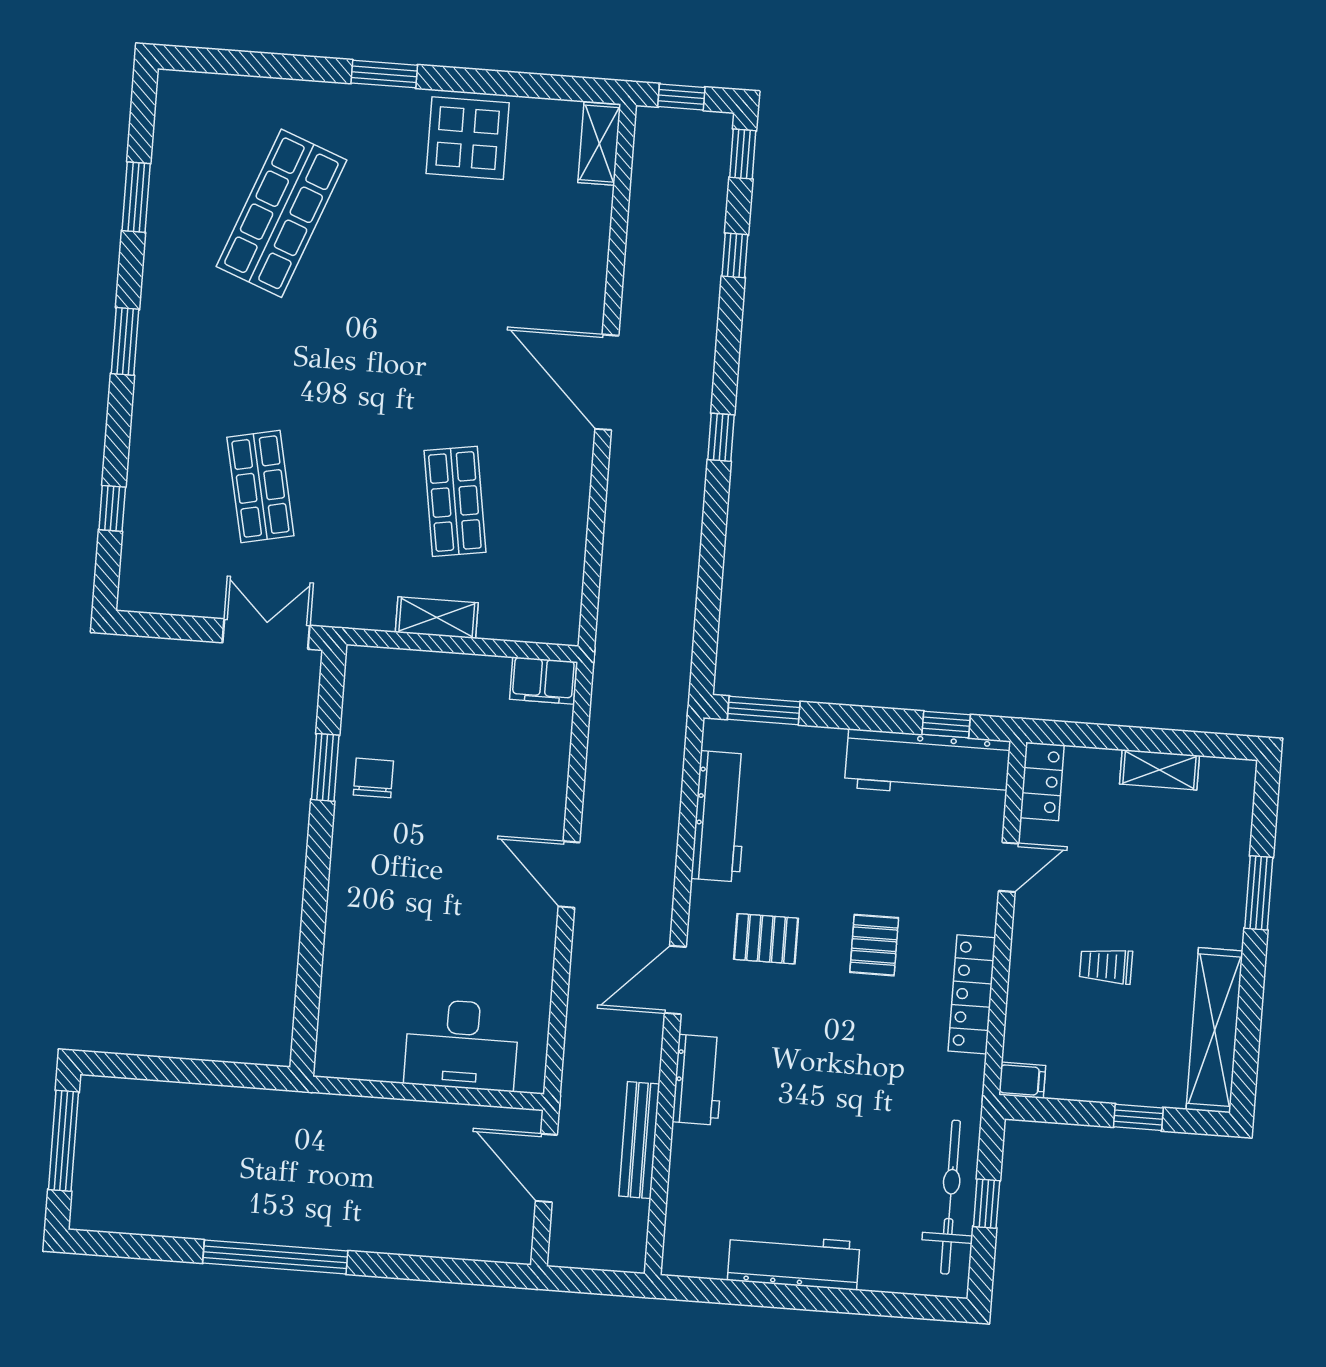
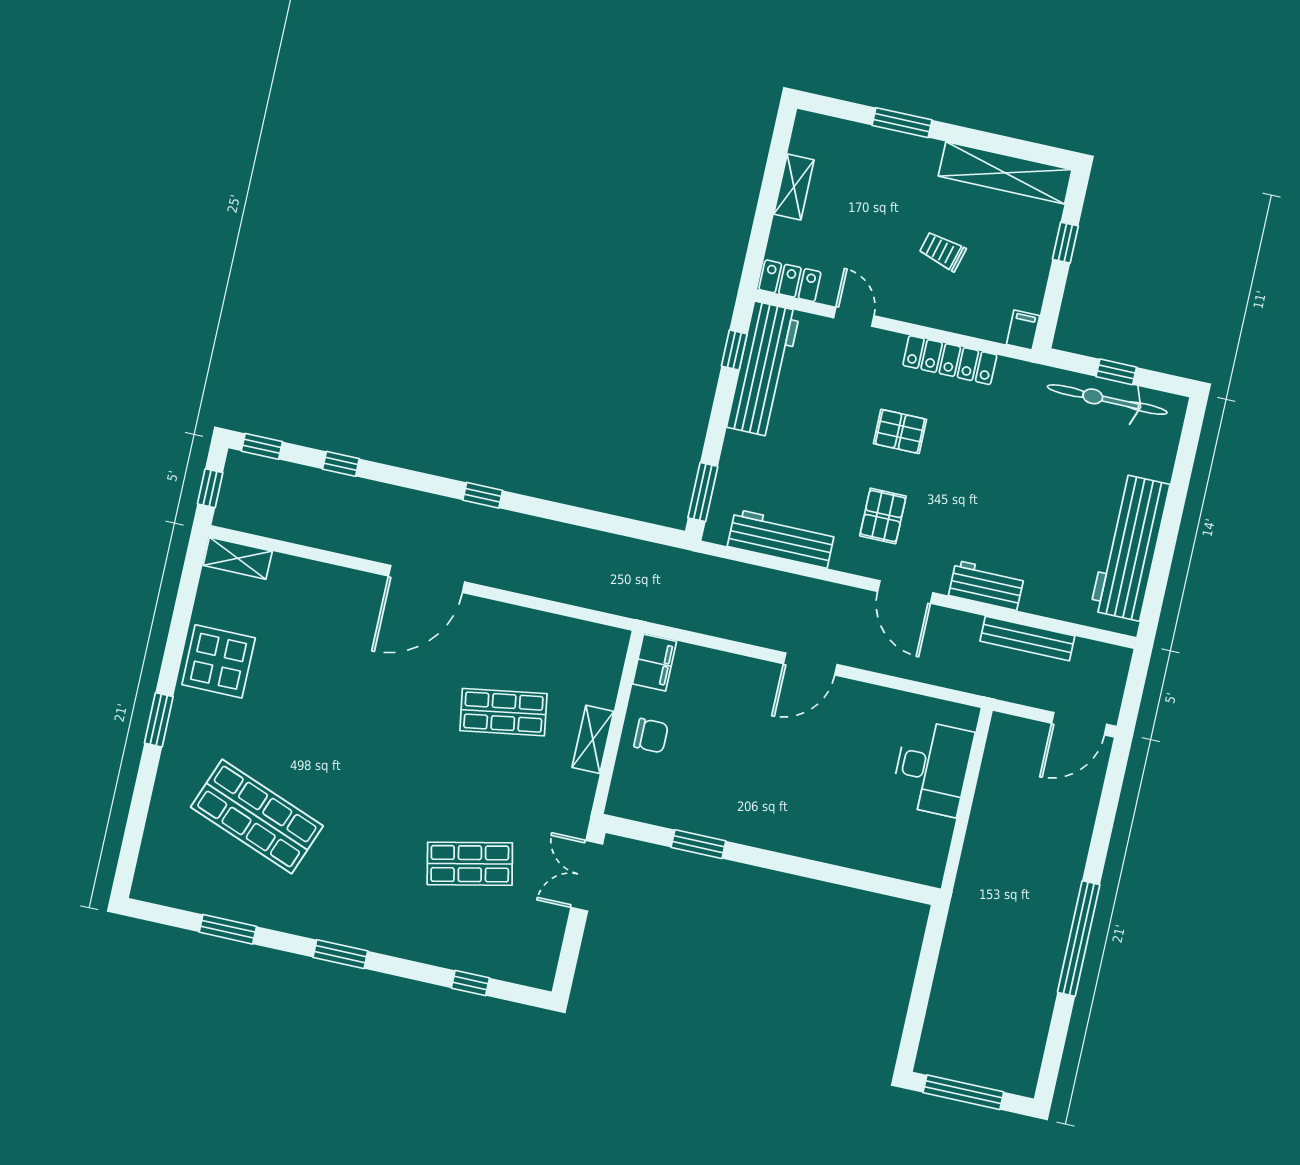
chair: (373, 778) -> (651, 736), moved, turned 180
trolley: (1106, 966) -> (942, 251), turned 105
door: (546, 1168) -> (1079, 724), moved
workbench: (794, 1261) -> (1130, 547), width x1.36, depth x1.32

